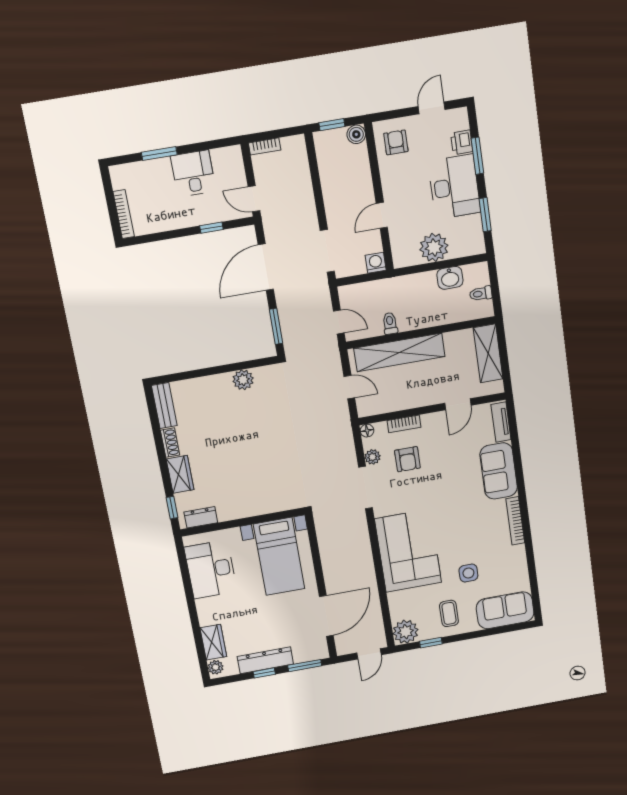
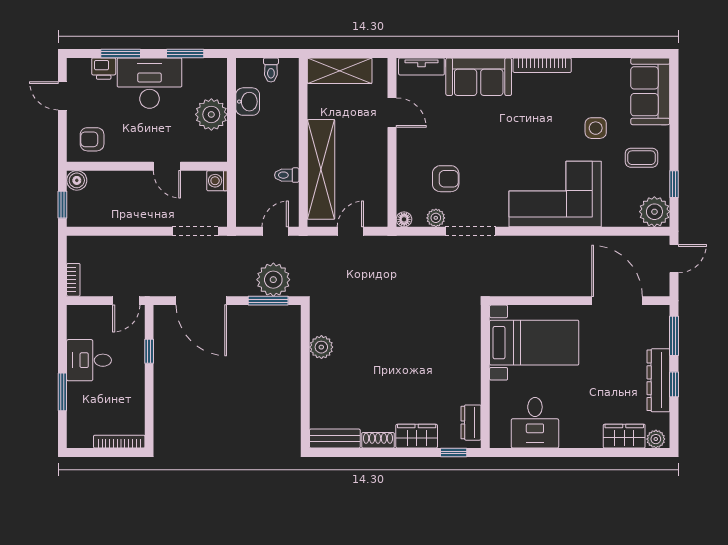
plant: (296, 328) -> (273, 280), added
bookcase: (404, 424) -> (404, 177), removed
desk: (211, 569) -> (535, 423), width x0.73
door: (369, 654) -> (674, 259), hinge flipped

